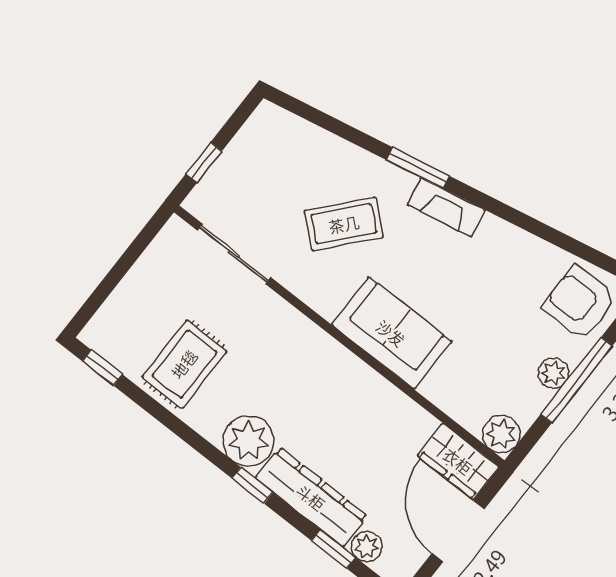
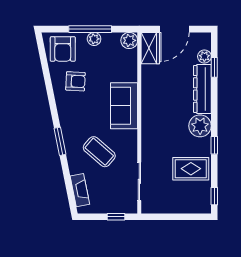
fireplace: (446, 207) -> (80, 190), moved
armchair: (504, 280) -> (75, 81), added
window: (252, 485) -> (214, 145), moved

